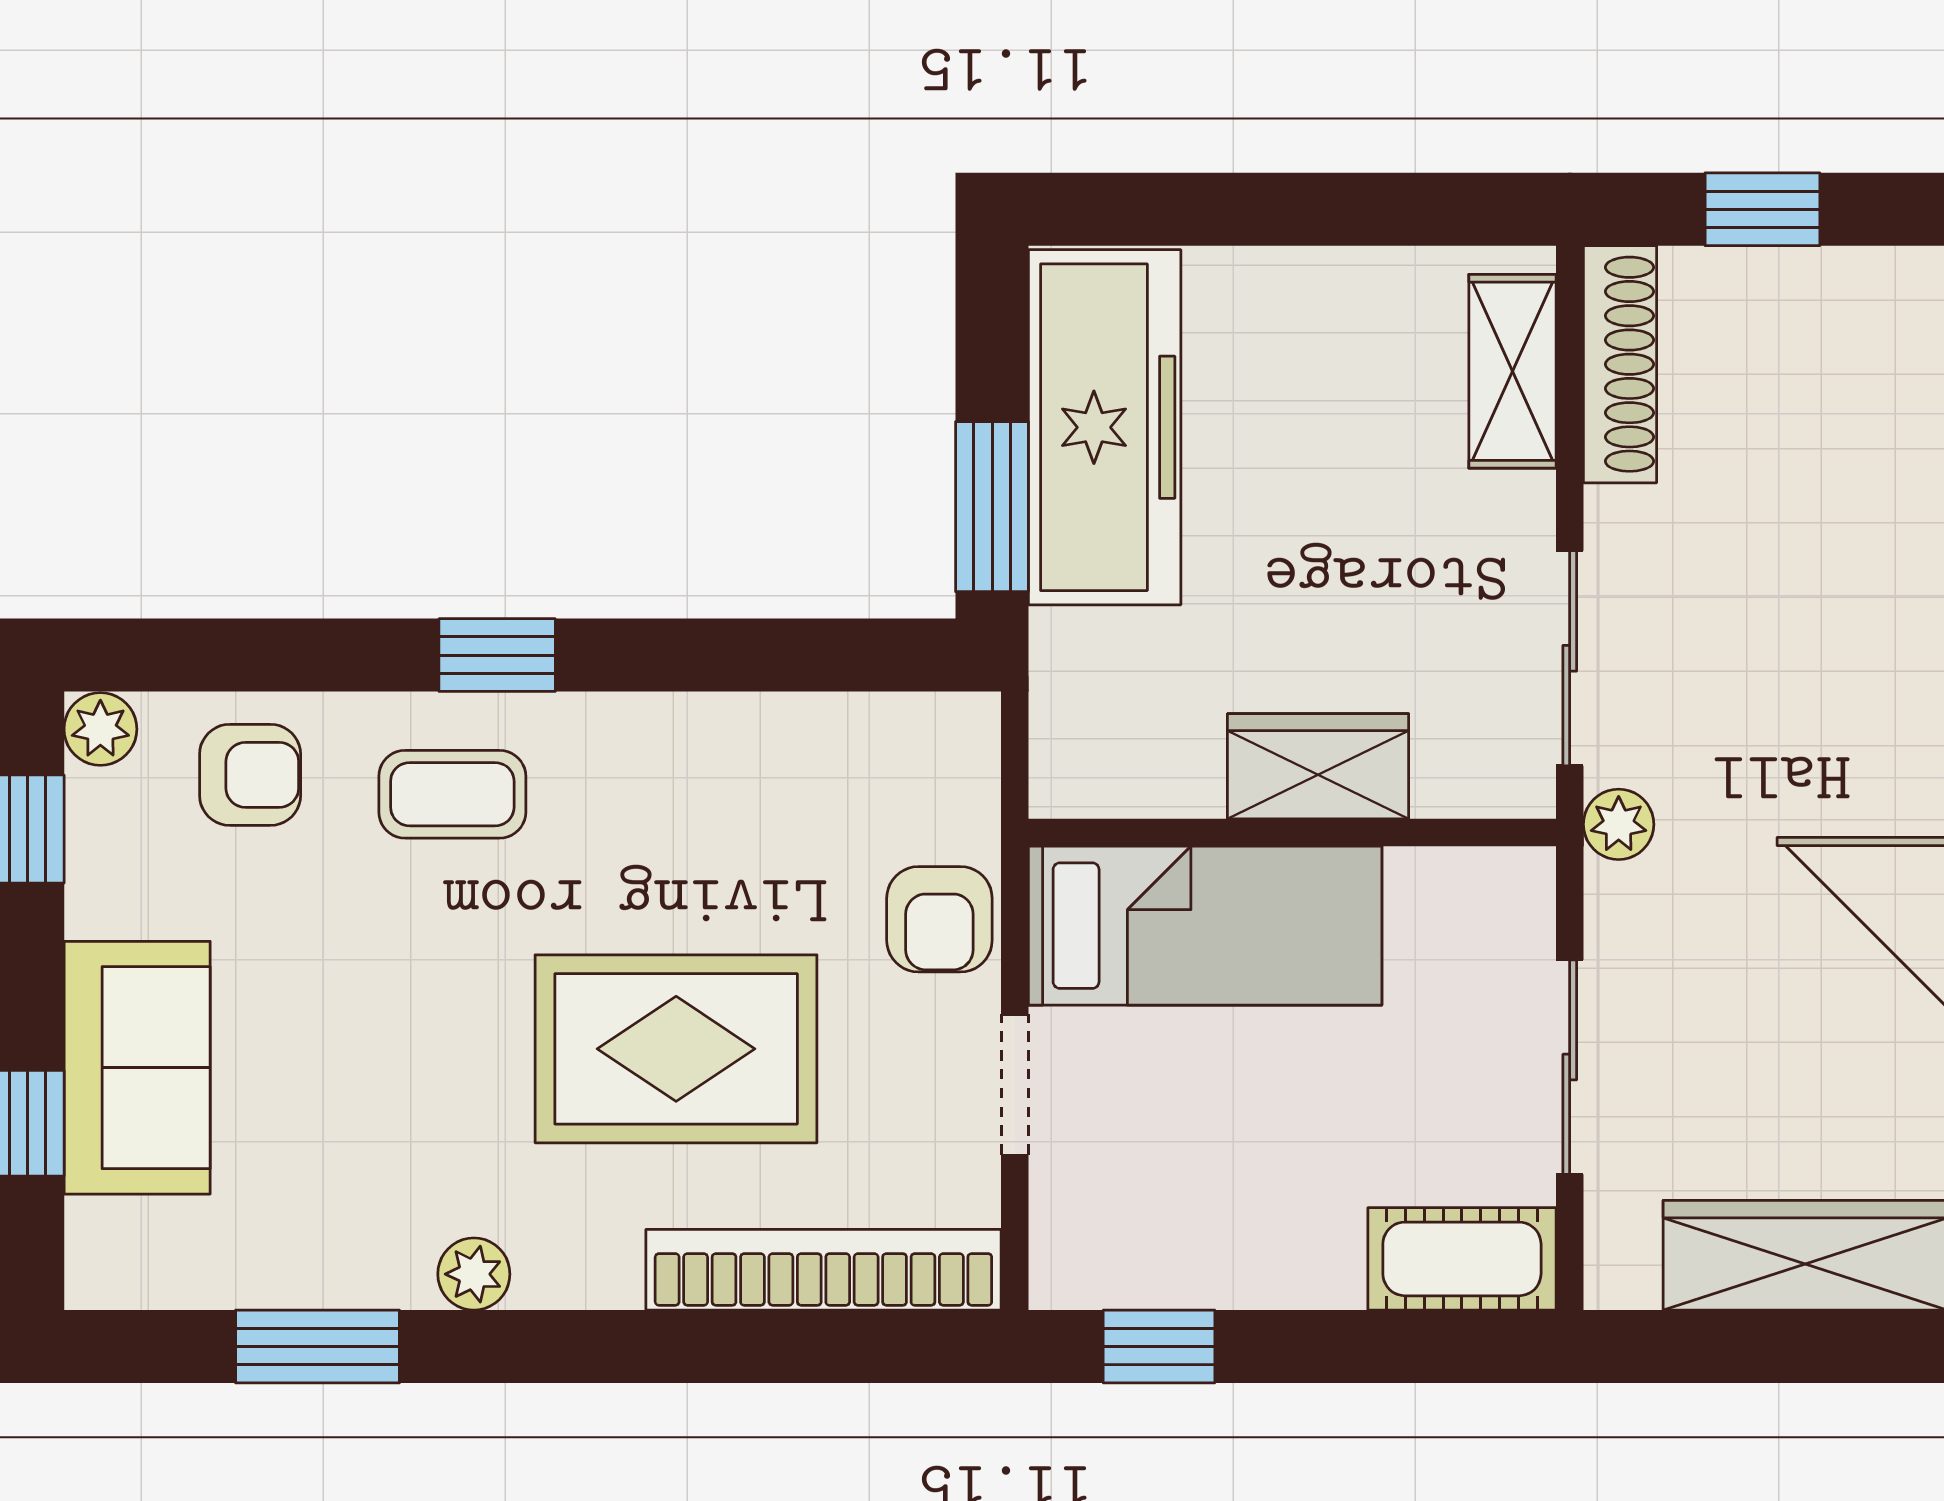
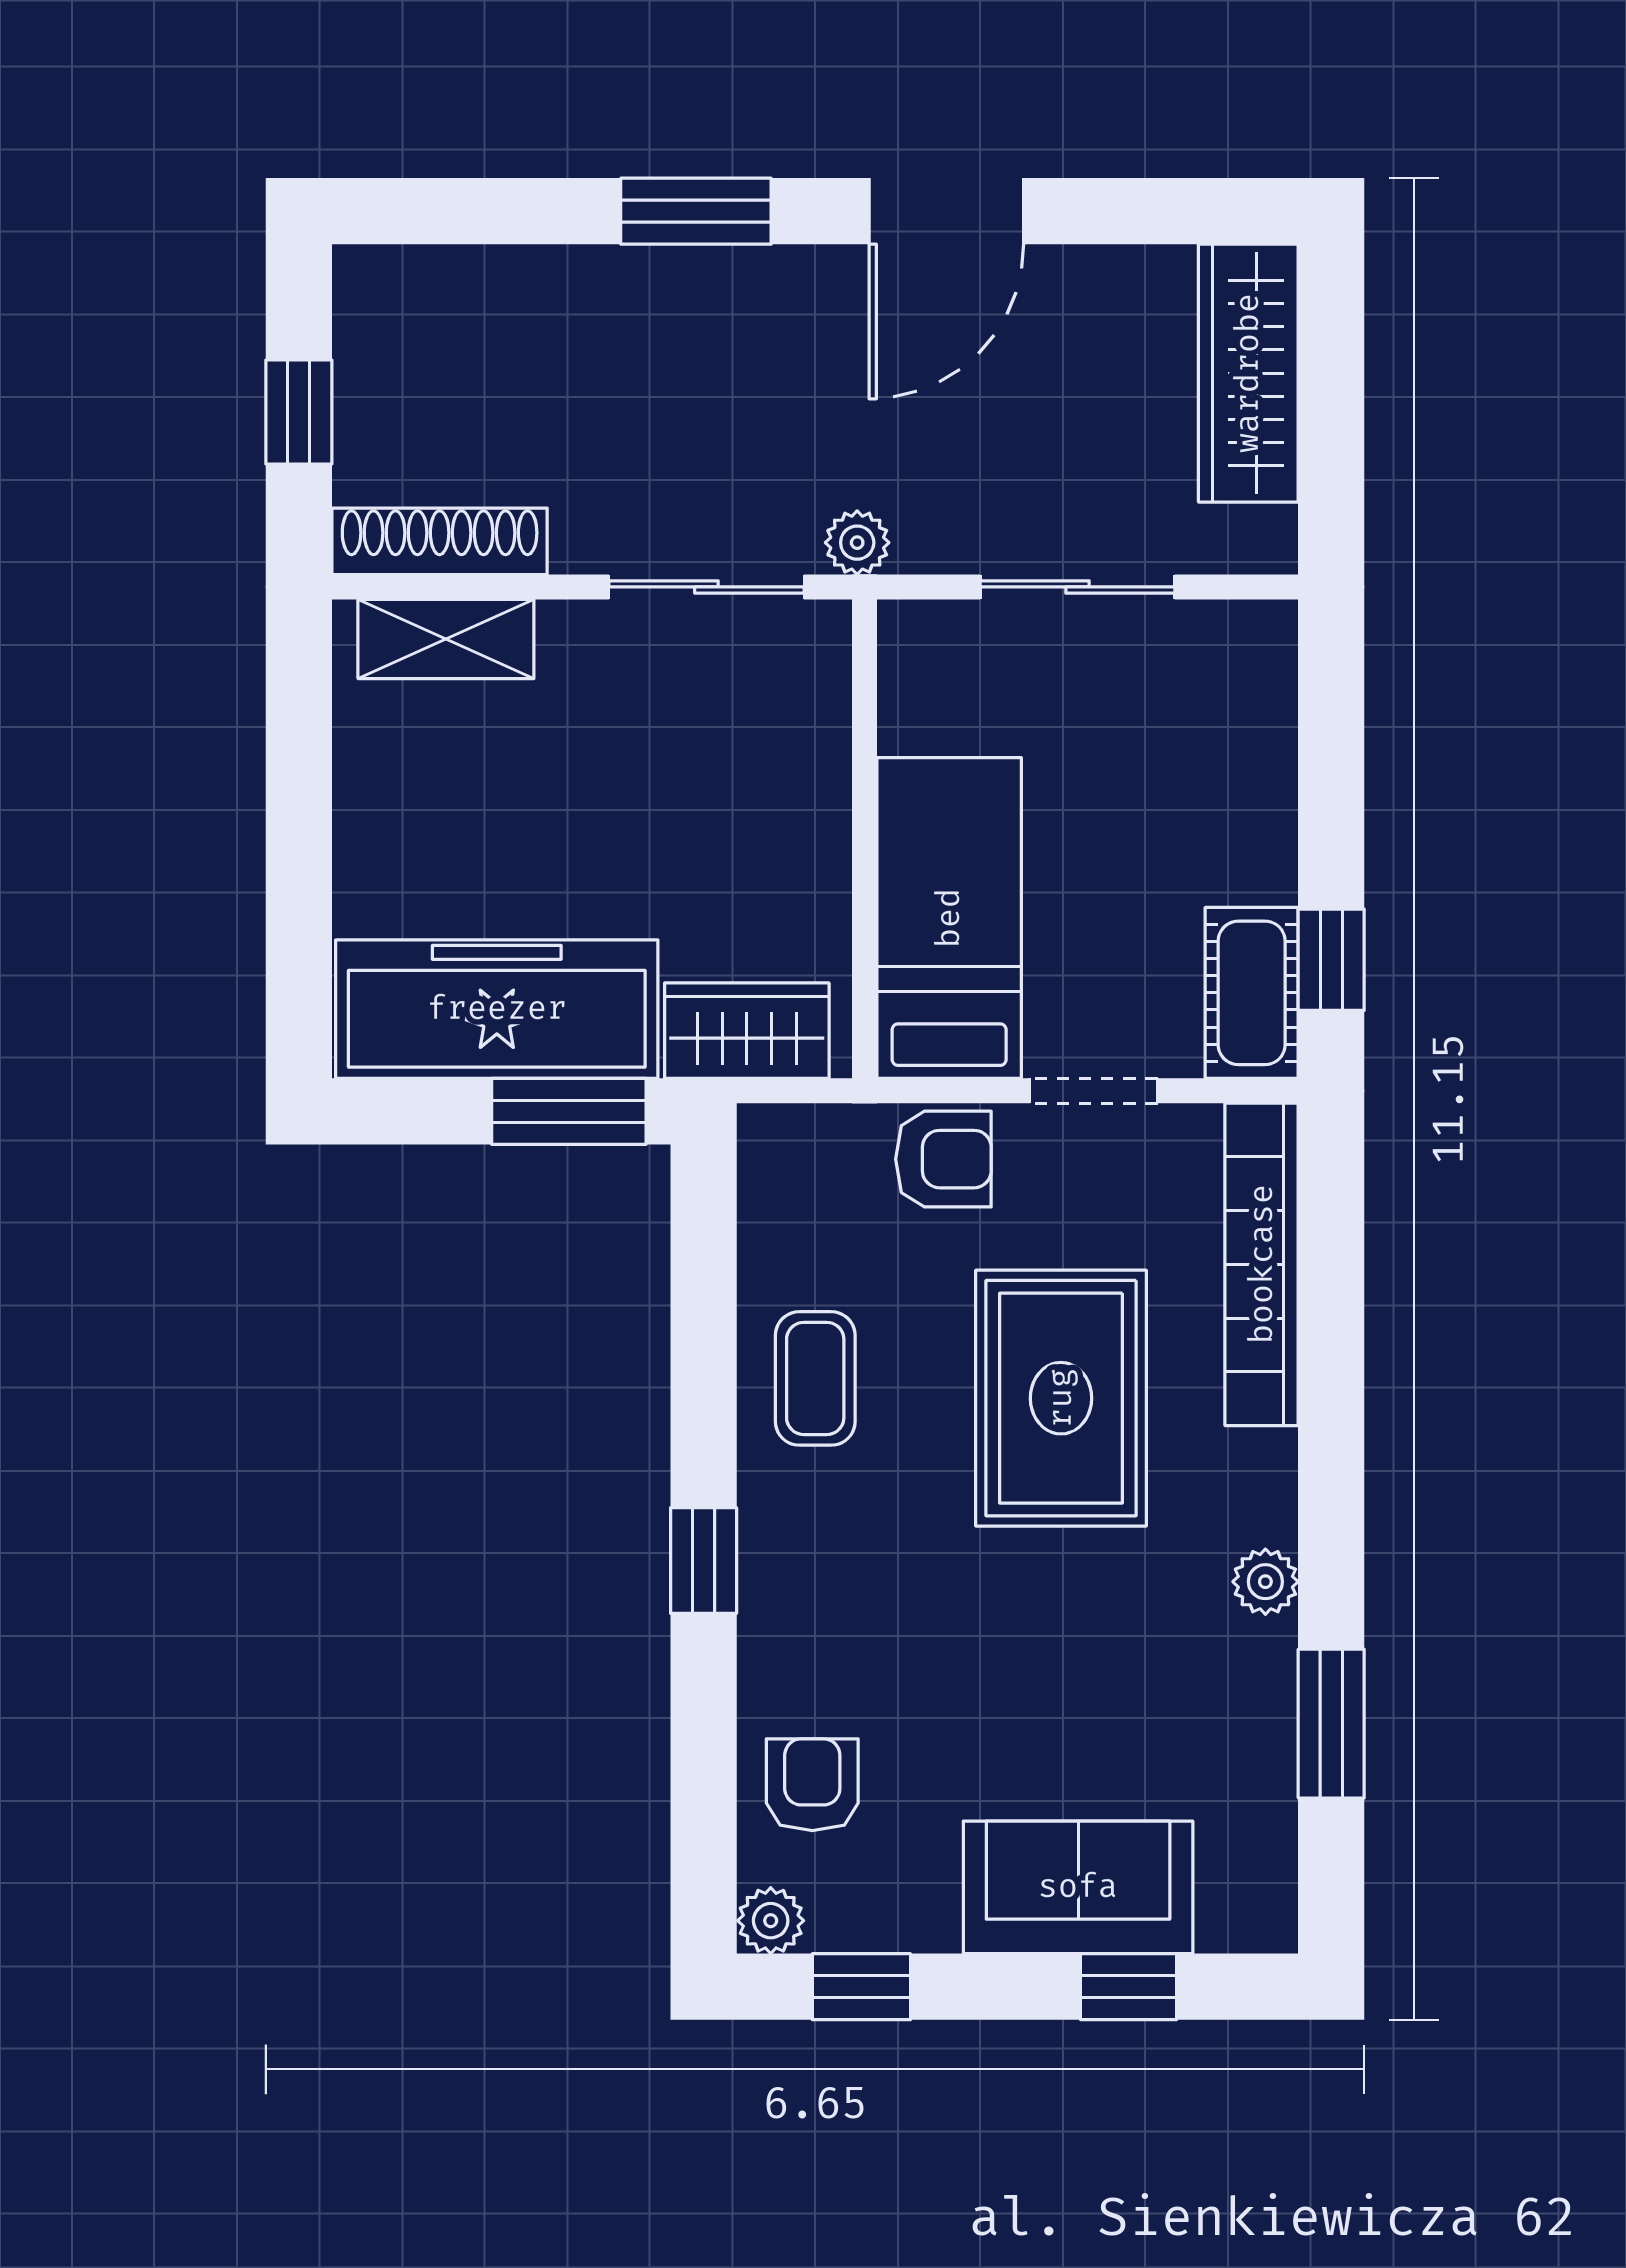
wardrobe: (1318, 766) -> (747, 1031), moved, turned 90
coffee table: (452, 794) -> (815, 1378), moved
cot: (1462, 1259) -> (1252, 993), moved

